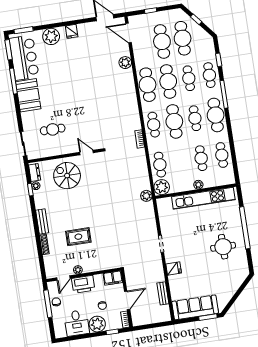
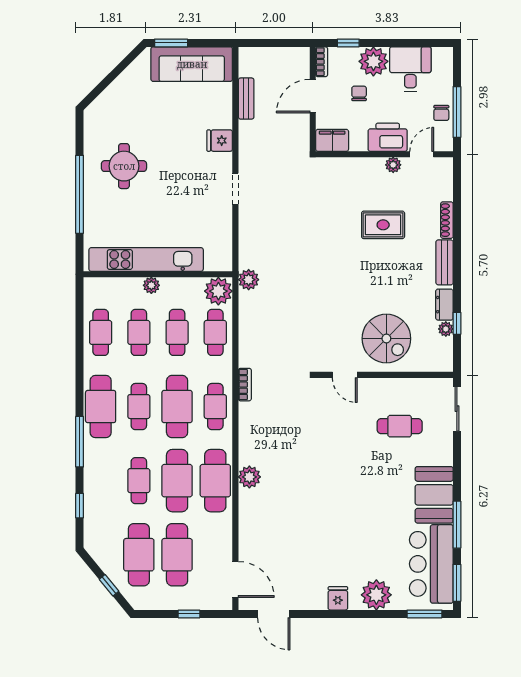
plant: (125, 63) -> (249, 477), moved
cafe table: (209, 75) -> (177, 332), moved
dresser: (35, 172) -> (444, 305), moved

